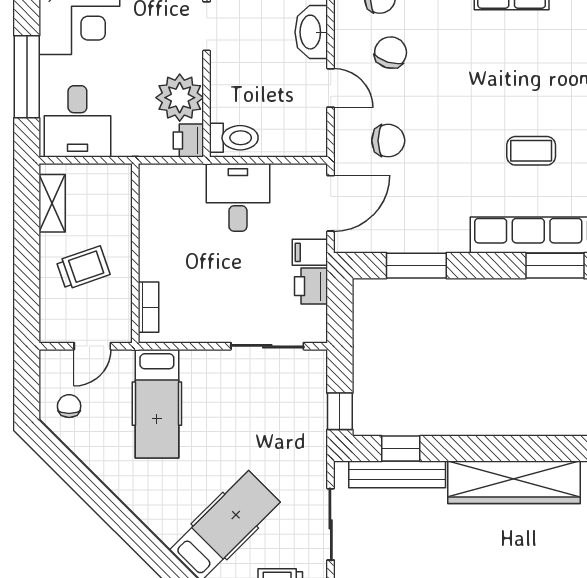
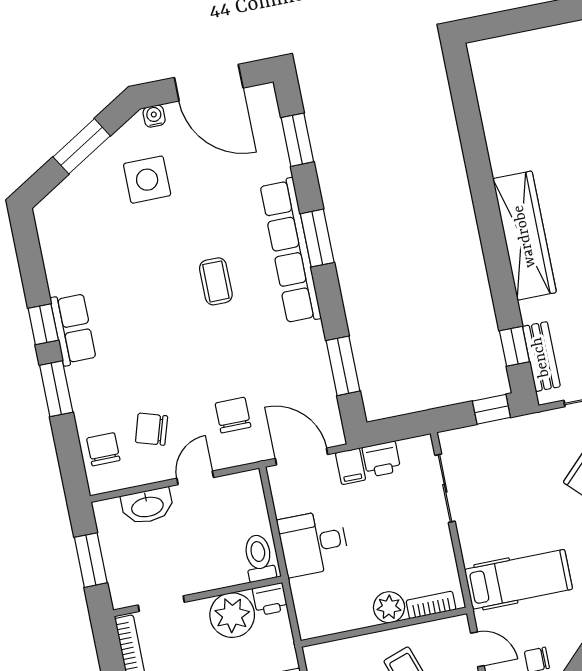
plant: (155, 263) -> (389, 607), added
bench: (397, 474) -> (541, 357), width x0.73

